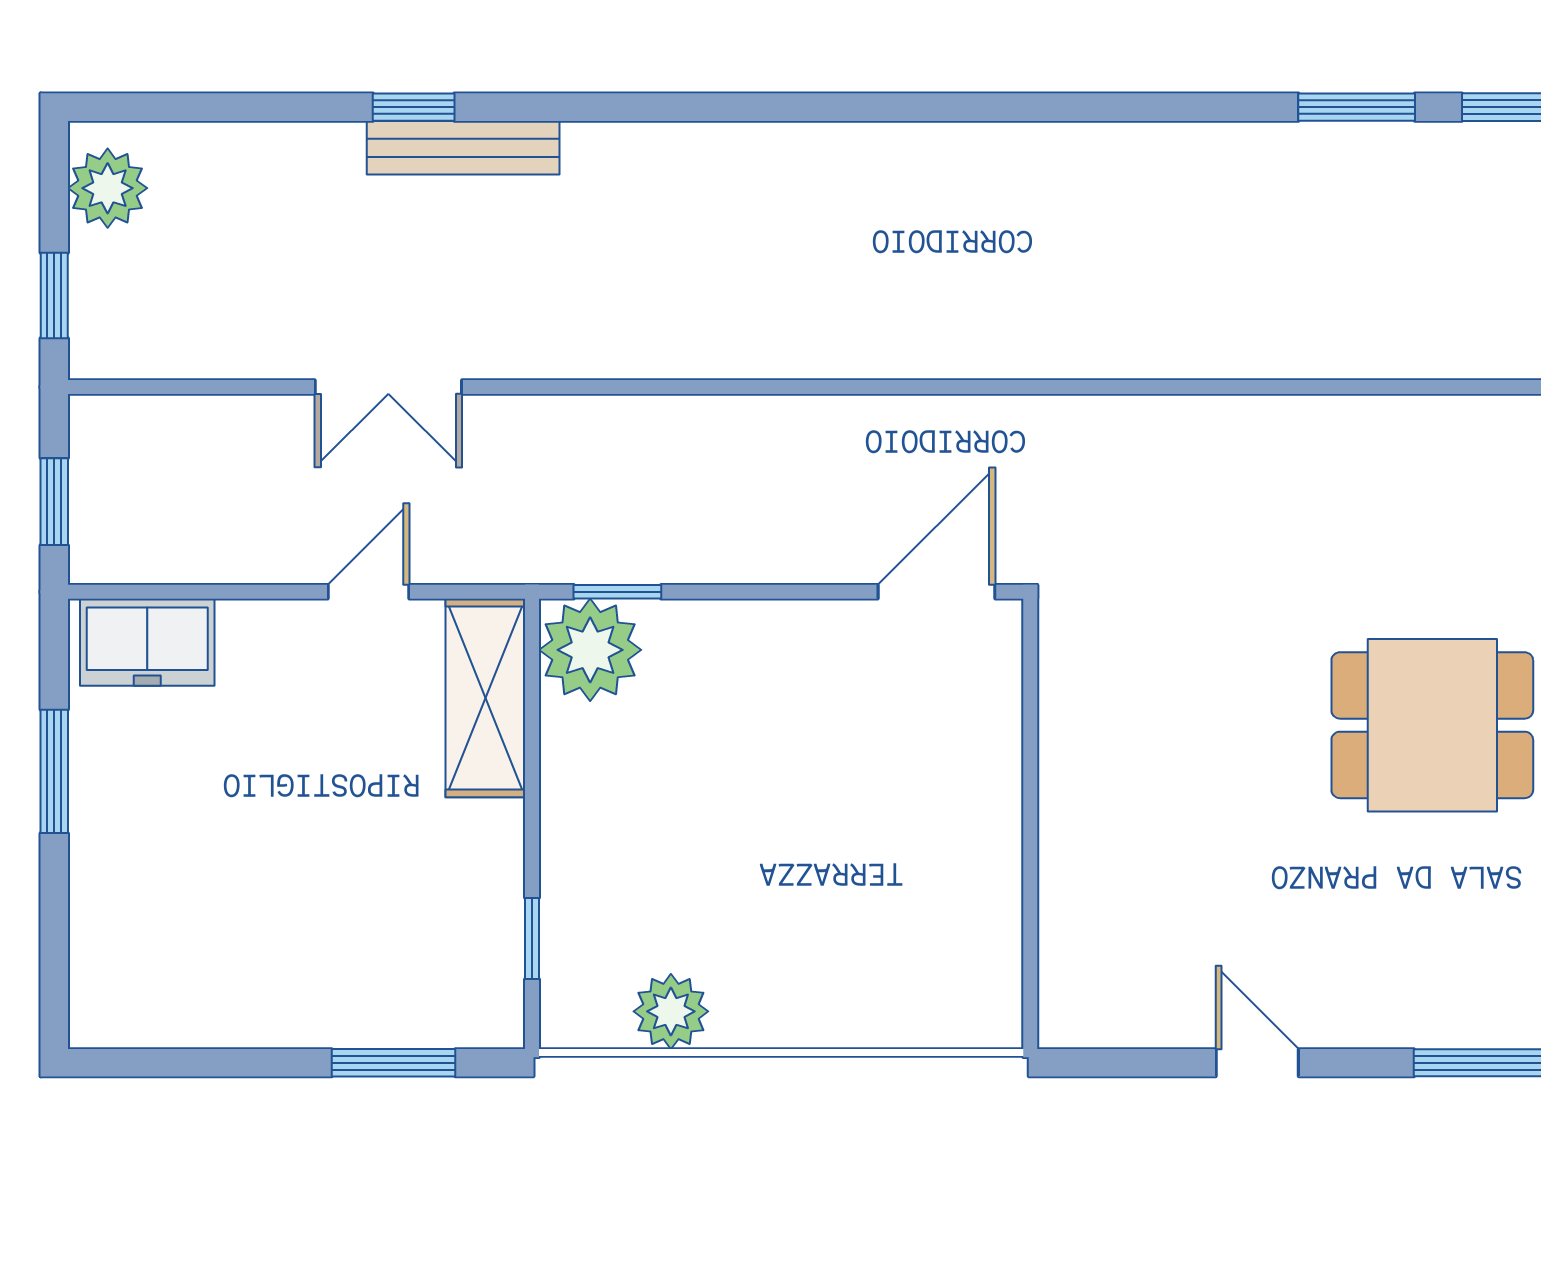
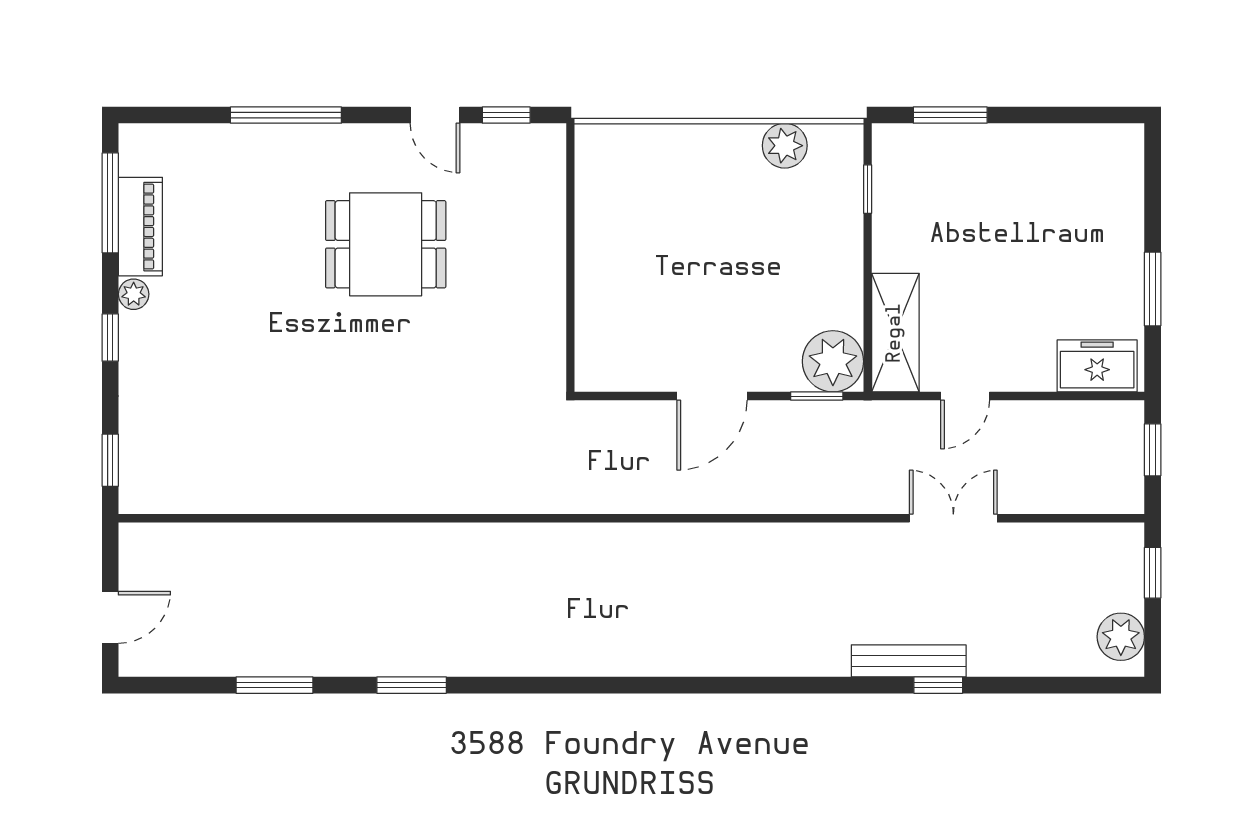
window: (1357, 107) -> (412, 685), moved
door: (936, 592) -> (712, 396), moved
dining table: (1432, 725) -> (386, 244), moved
window: (1138, 1063) -> (506, 115), added

